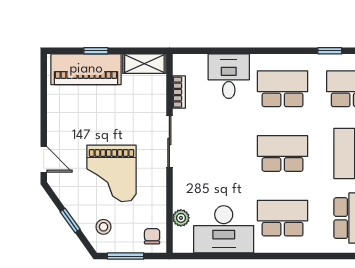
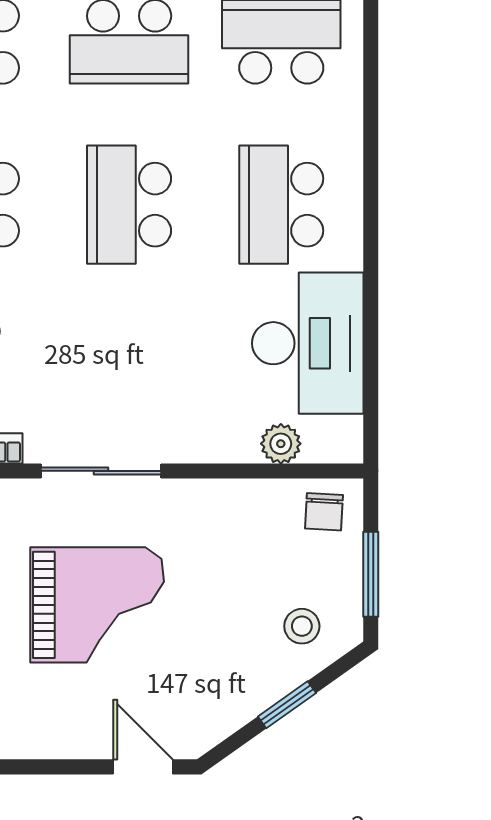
door: (44, 159) -> (143, 767), hinge flipped
grand piano: (112, 173) -> (97, 605), moved
chair: (152, 236) -> (324, 512), turned -87

